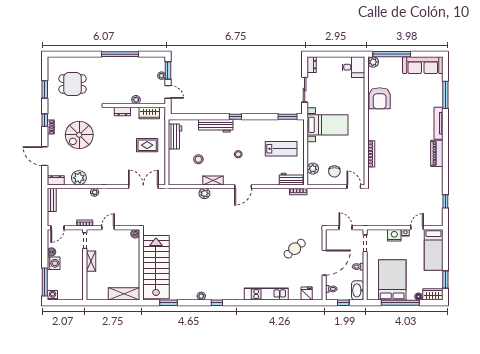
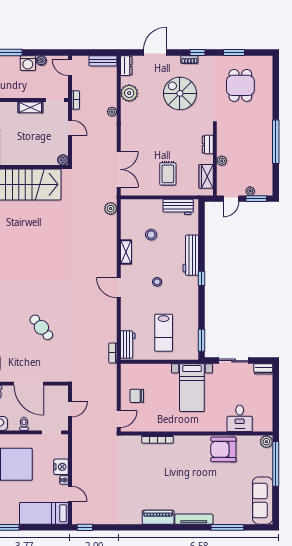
desk: (353, 67) -> (240, 418), moved
plant: (313, 169) -> (140, 370), removed
plant: (204, 193) -> (111, 209), moved
window: (445, 201) -> (85, 527), moved
cafe table: (295, 249) -> (41, 327), moved

